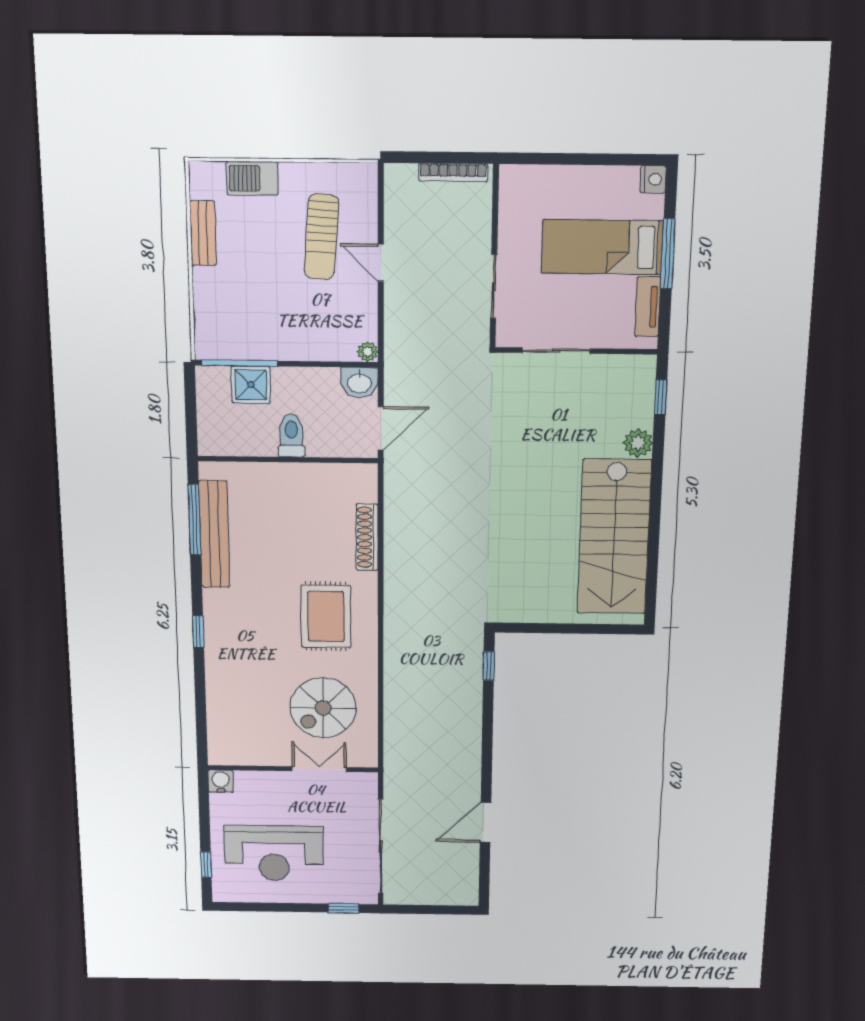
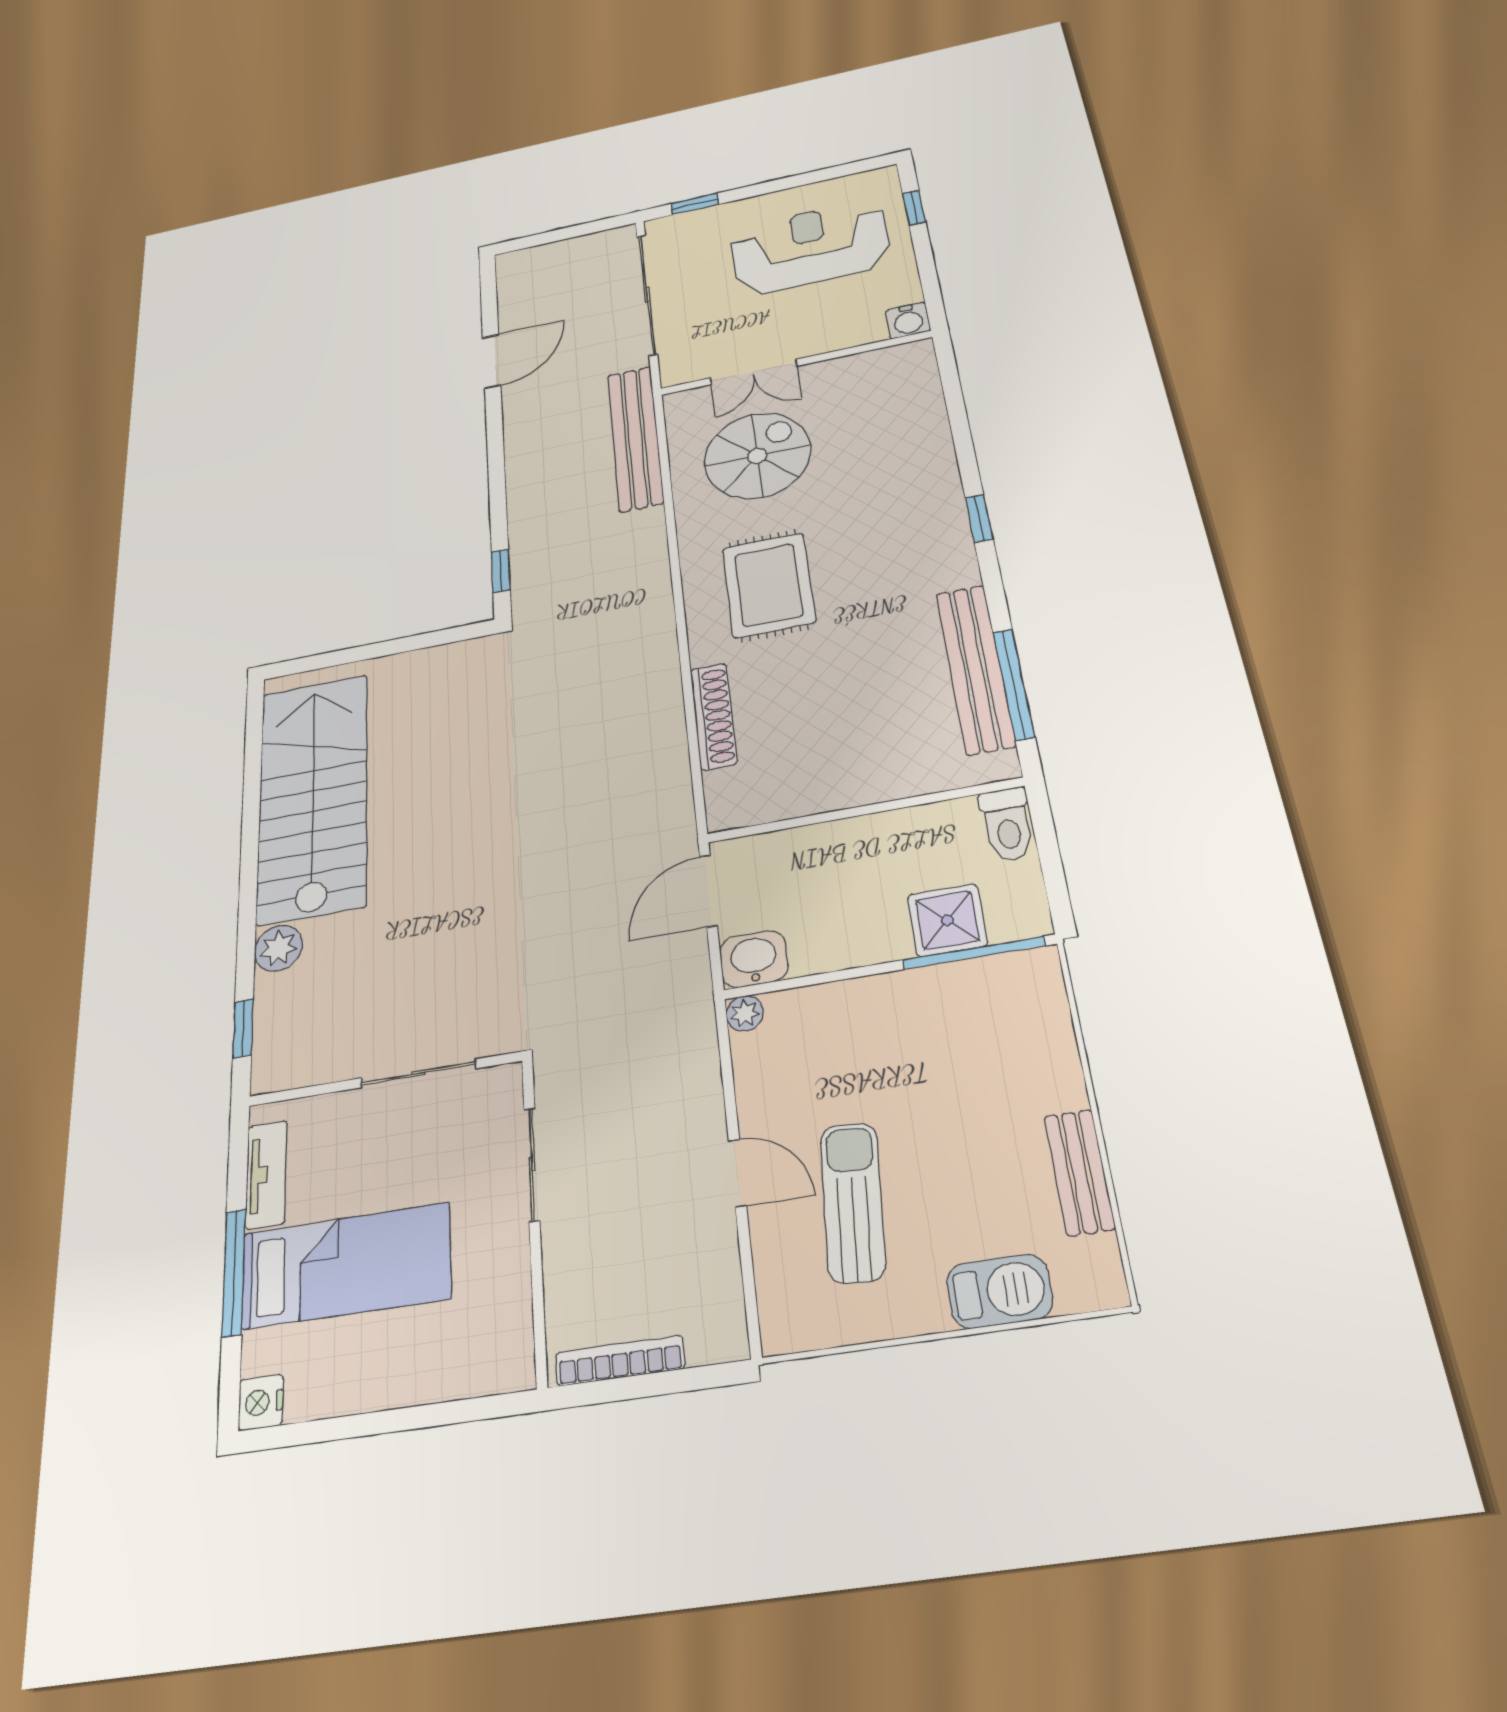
toilet: (291, 436) -> (1007, 824), moved
bench: (397, 740) -> (635, 438), added

